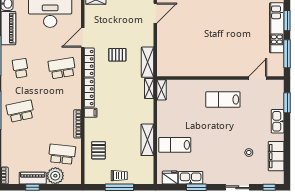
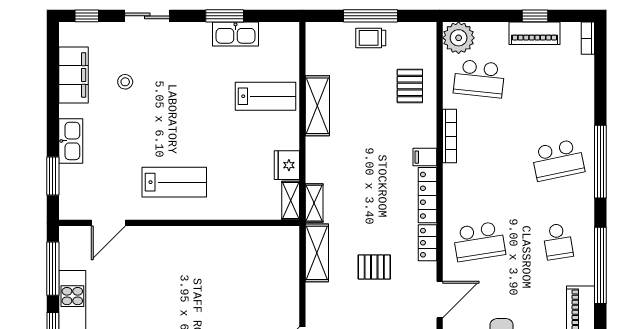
locker: (89, 62) -> (428, 243), width x0.66
plant: (55, 176) -> (459, 38), moved
fridge: (170, 178) -> (287, 165), moved, turned 90

